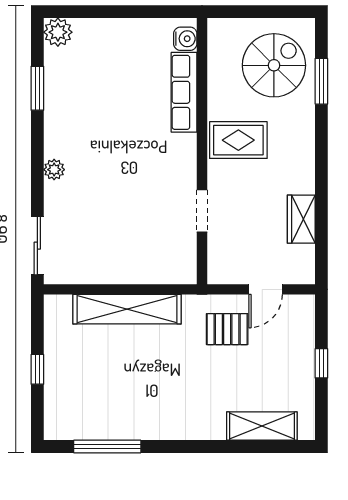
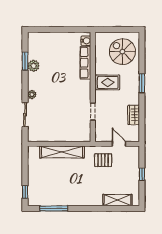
plant: (58, 32) -> (33, 66), moved
spiral stairs: (274, 65) -> (122, 52), turned -90
window: (321, 81) -> (142, 83), moved
sliding door: (37, 246) -> (25, 115), moved
door: (266, 289) -> (119, 144), swing flipped
window: (37, 369) -> (25, 192), moved

